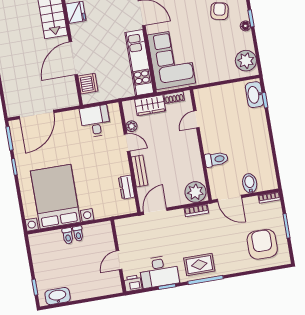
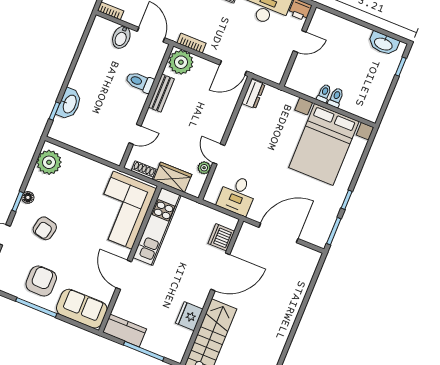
washbasin: (254, 95) -> (69, 104), moved
door: (37, 114) -> (278, 233), moved
bench: (140, 171) -> (161, 93), moved
dresser: (127, 187) -> (253, 94), moved

